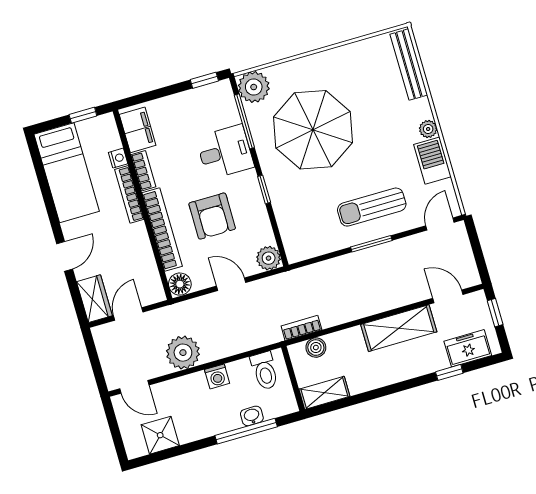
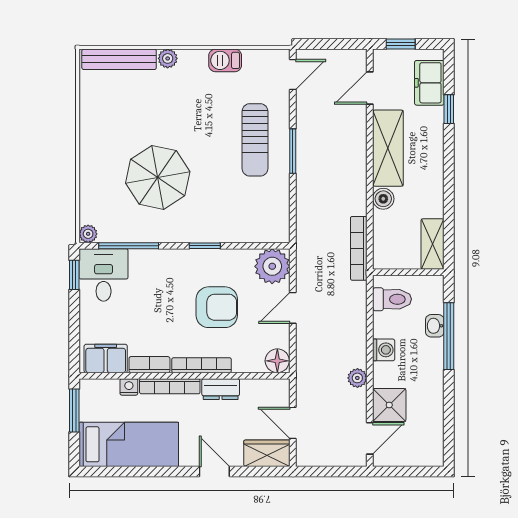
plant: (254, 87) -> (88, 234), width x0.53, depth x0.53
window: (83, 115) -> (74, 410), width x1.50
plant: (428, 129) -> (168, 58), moved
parasol: (313, 130) -> (158, 177), width x0.73, depth x0.73
desk: (225, 152) -> (104, 275), moved
barbecue: (432, 161) -> (225, 60), width x0.73, depth x0.79
door: (440, 224) -> (293, 75), swing flipped
bookcase: (162, 230) -> (201, 365), width x0.68, depth x0.76
dresser: (140, 241) -> (221, 389), added
plant: (269, 258) -> (272, 266), width x1.36, depth x1.36
bookcase: (301, 328) -> (359, 248), width x1.56
boiler: (316, 348) -> (383, 199), moved
plant: (183, 353) -> (357, 378), width x0.53, depth x0.53
shower: (160, 435) -> (389, 405), moved

